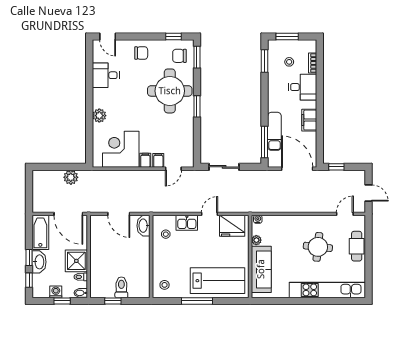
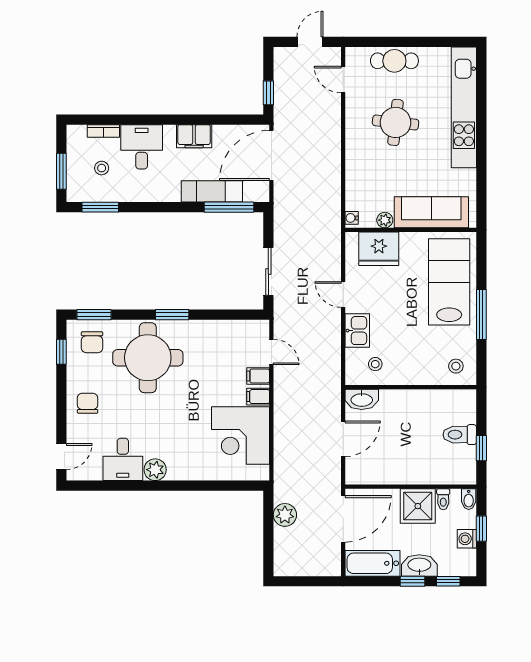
plant: (99, 116) -> (155, 470), moved
fridge: (232, 226) -> (379, 249), moved, turned 90

